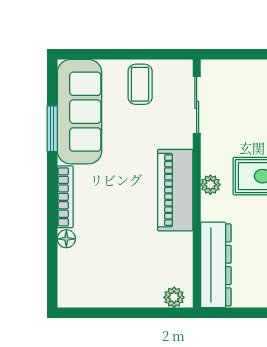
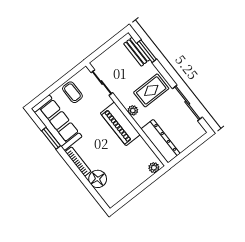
floor lamp: (66, 239) -> (98, 179), width x1.89, depth x1.89

